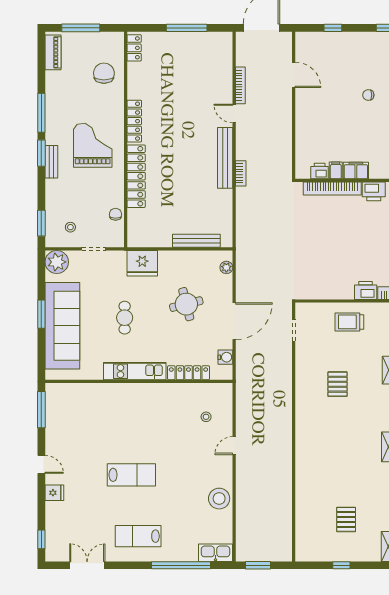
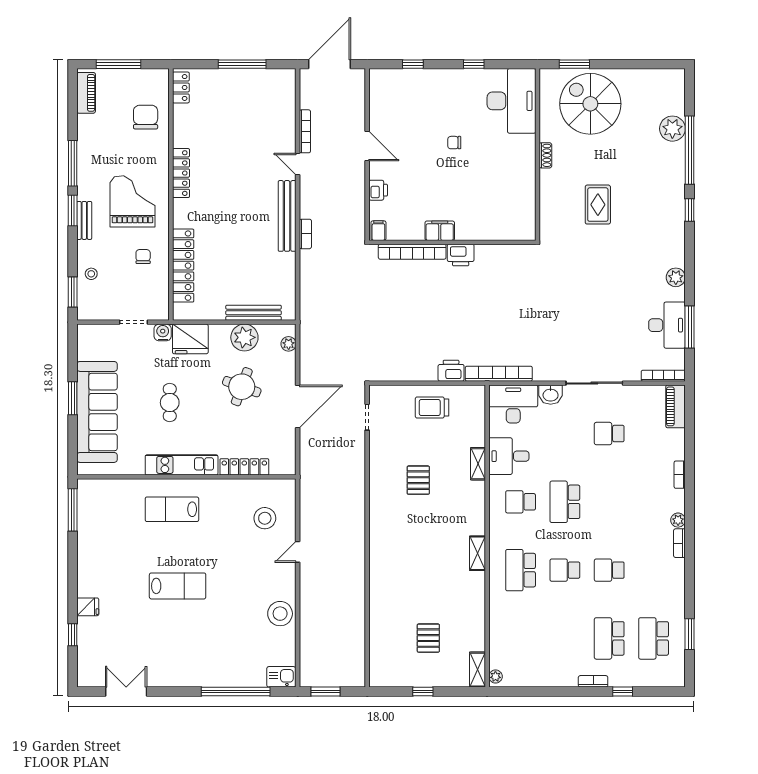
door: (294, 75) -> (367, 146), moved
filing cabinet: (336, 170) -> (378, 231), moved
printer: (320, 171) -> (378, 190), moved, turned 90
locker: (136, 176) -> (183, 266), moved
chair: (116, 214) -> (143, 257), moved
stool: (70, 227) -> (91, 274), moved
plant: (57, 262) -> (244, 337), moved
round table: (186, 304) -> (242, 387), turned 34
water cooler: (225, 357) -> (163, 332), moved, turned -90
stool: (206, 417) -> (265, 518), width x1.89, depth x1.89
door: (41, 464) -> (73, 574), removed
lab bench: (138, 536) -> (172, 509), moved
window: (41, 539) -> (73, 635), moved
kitchen sink: (215, 553) -> (281, 677), width x0.73

